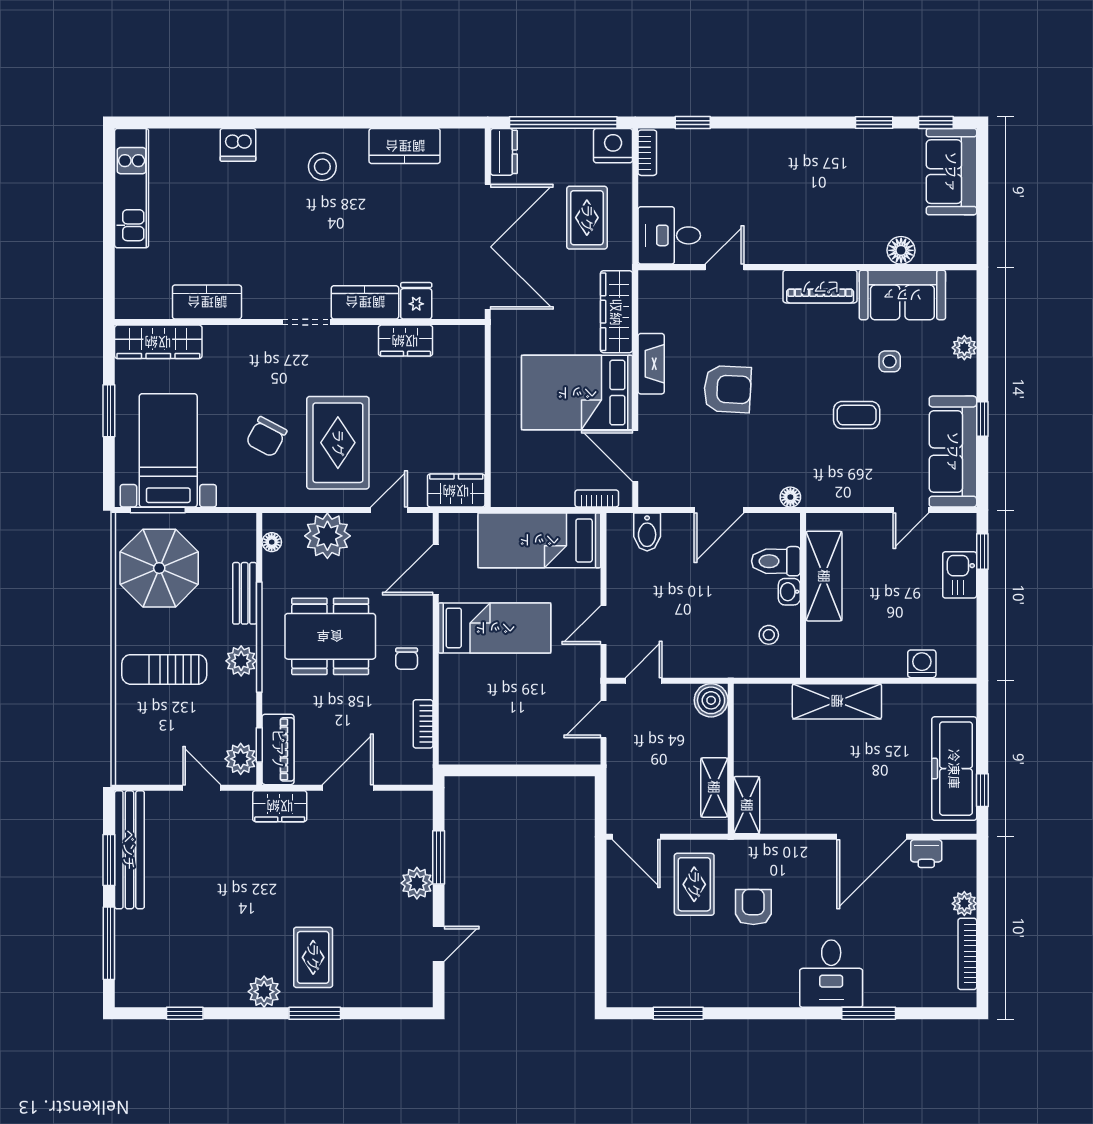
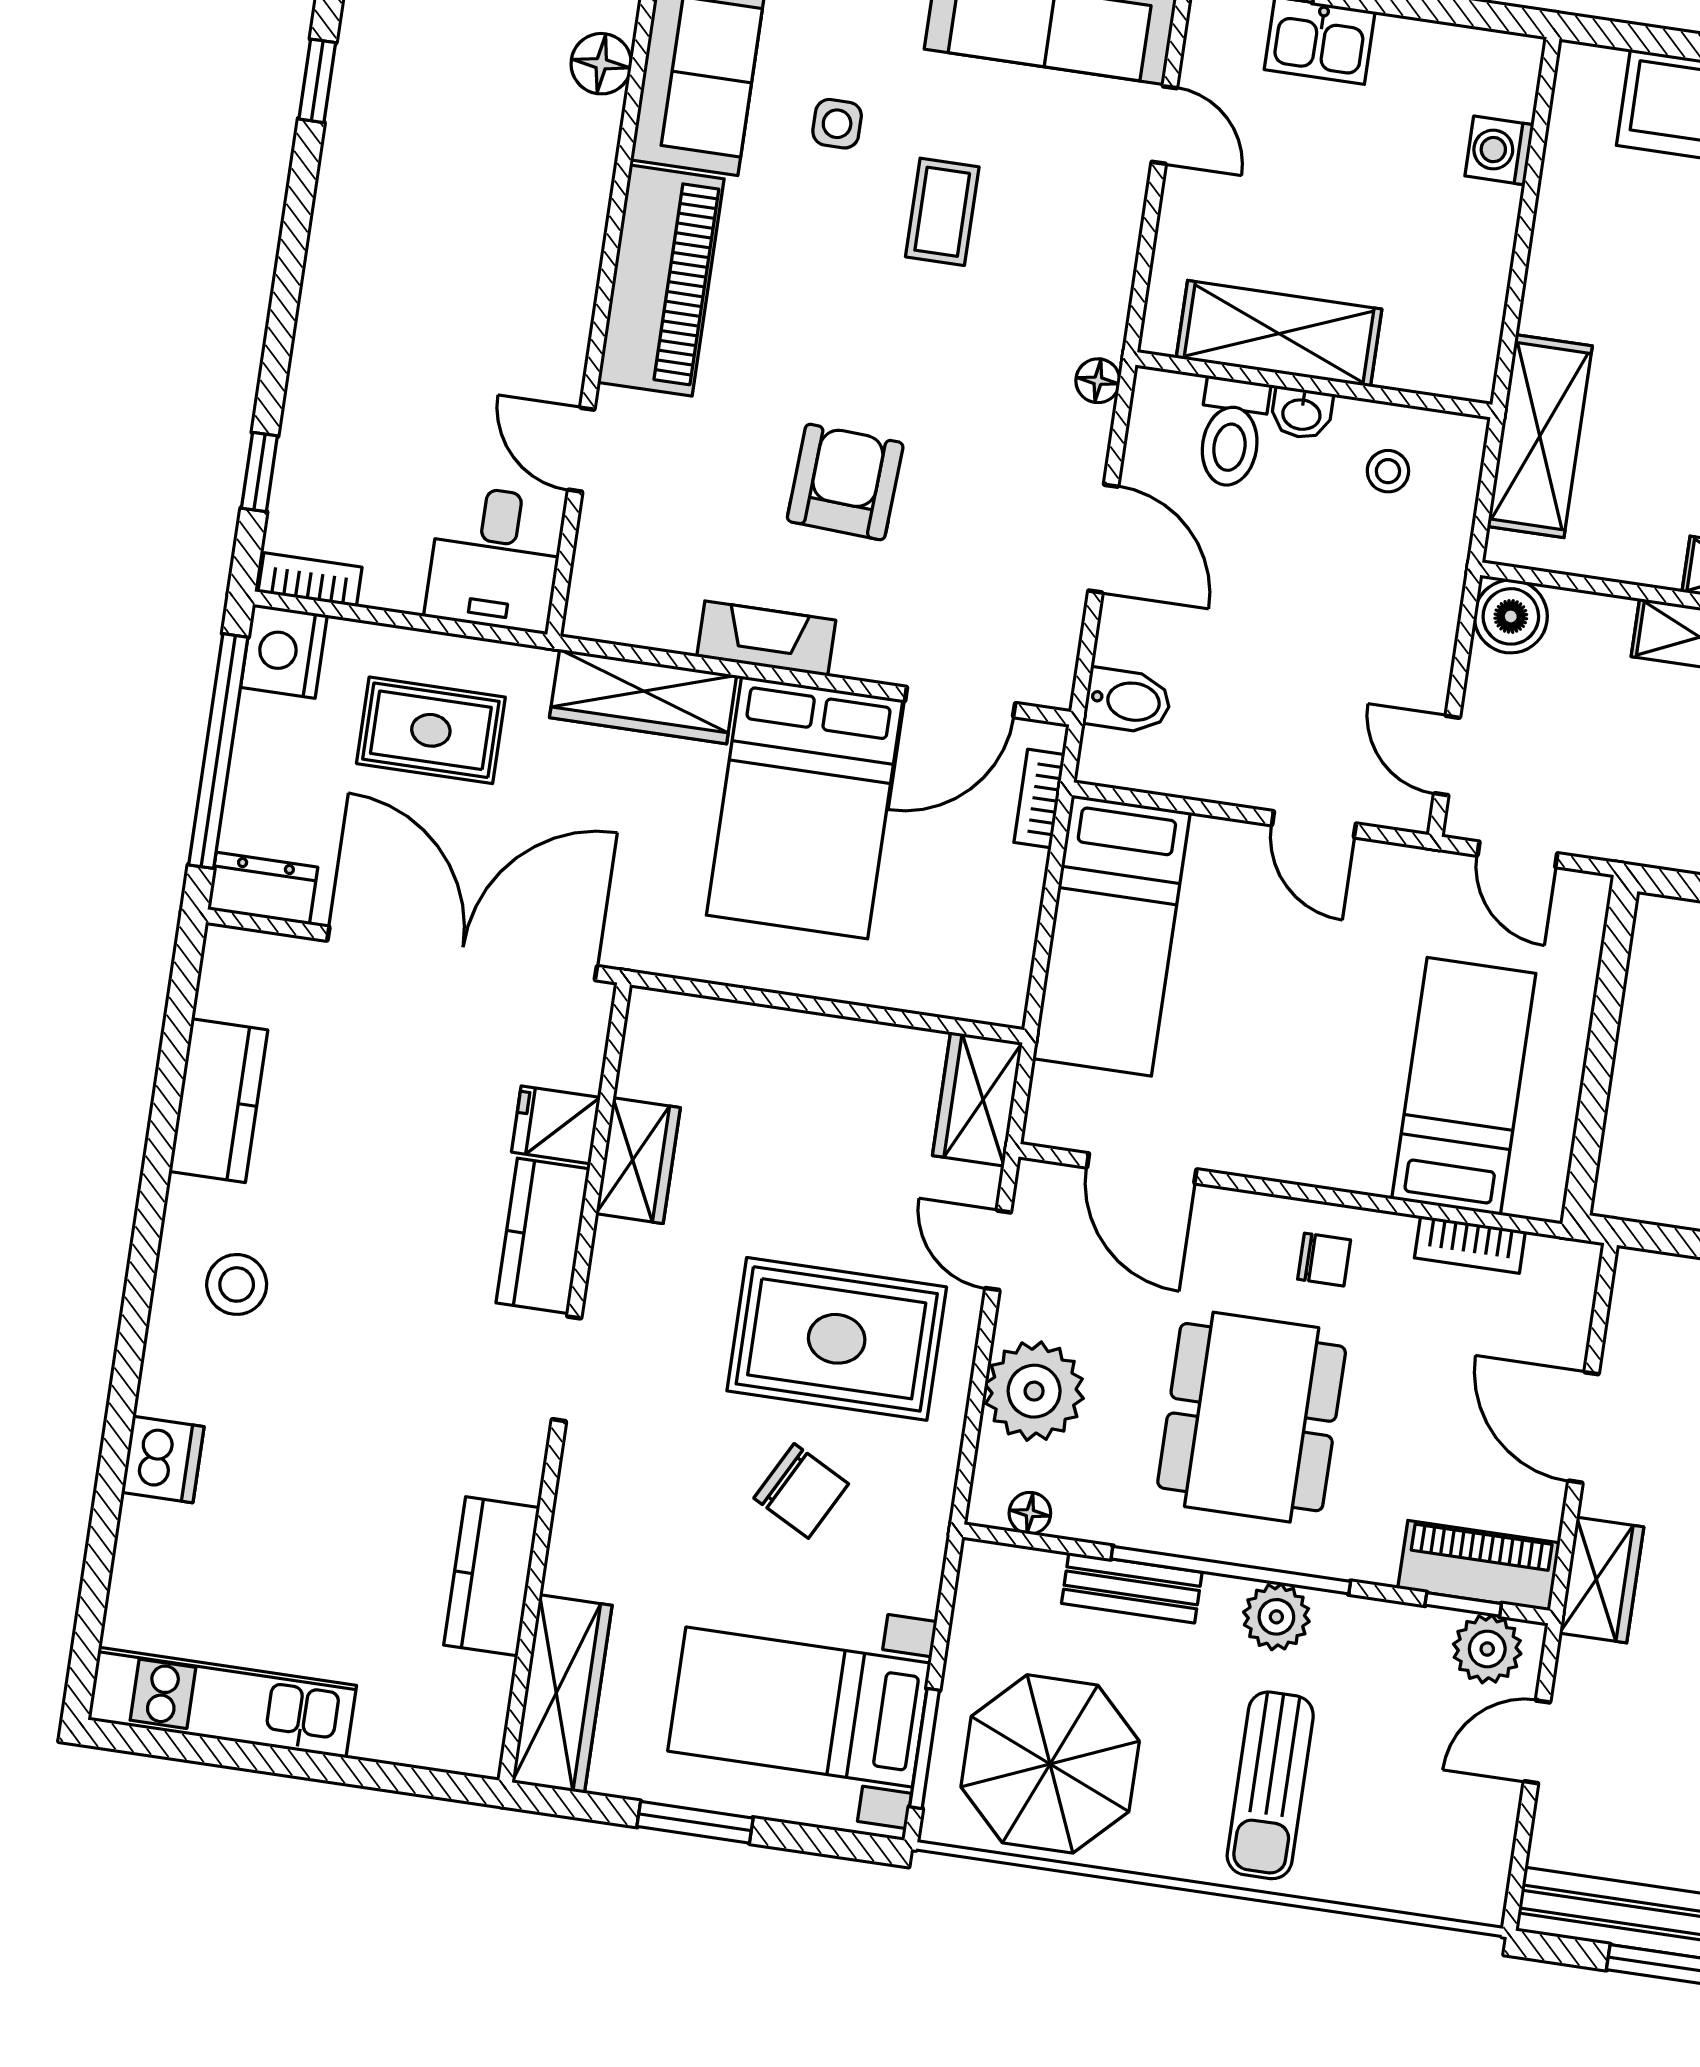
piano: (820, 287) -> (661, 281), width x1.37, depth x1.33
bed: (495, 628) -> (1464, 1086), moved
shelving: (837, 701) -> (1540, 436), moved

